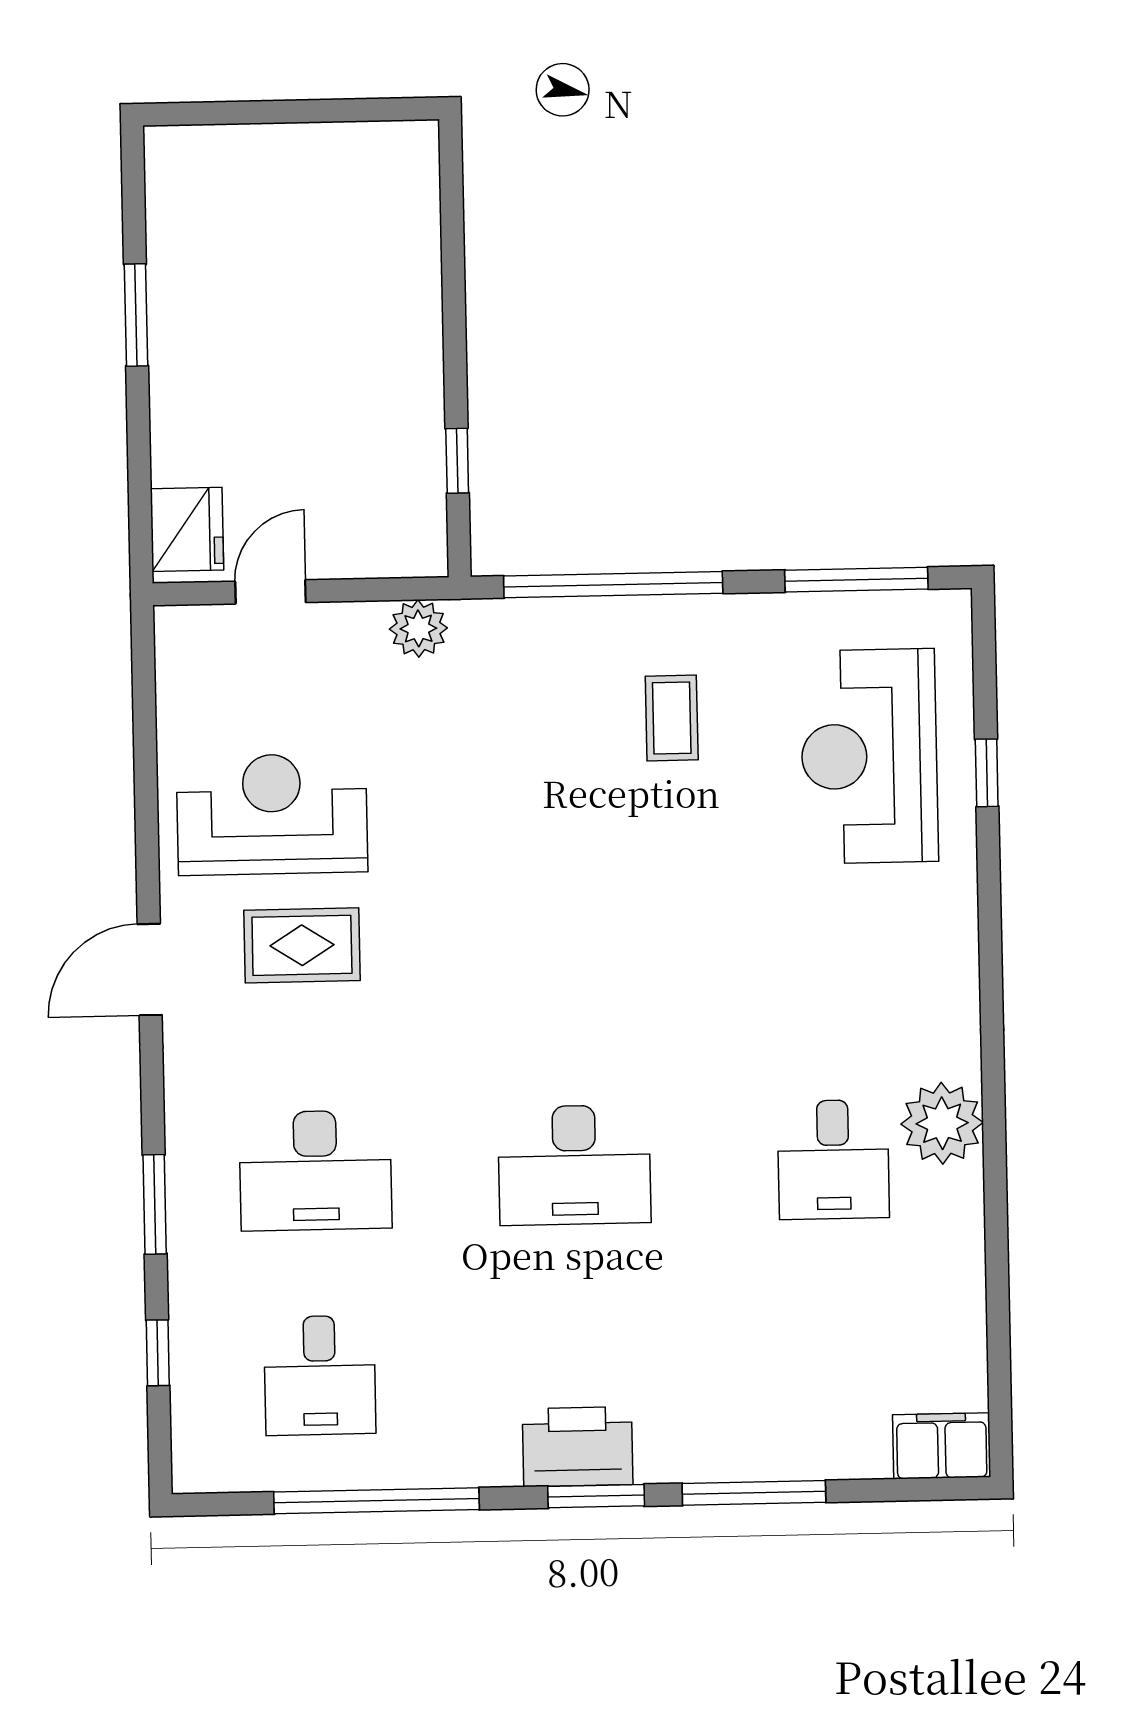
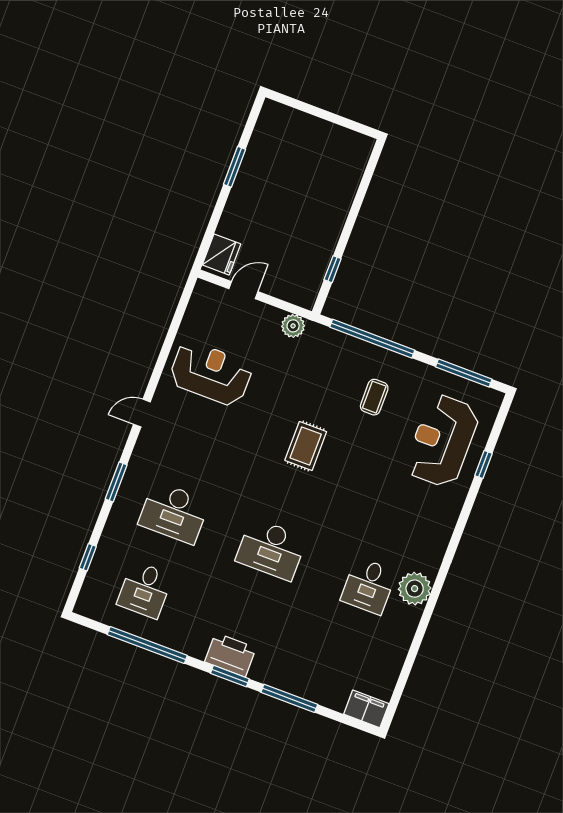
rug: (302, 945) -> (306, 446), moved, turned 90
door: (150, 970) -> (142, 413), width x0.73
window: (155, 1204) -> (116, 482), moved

